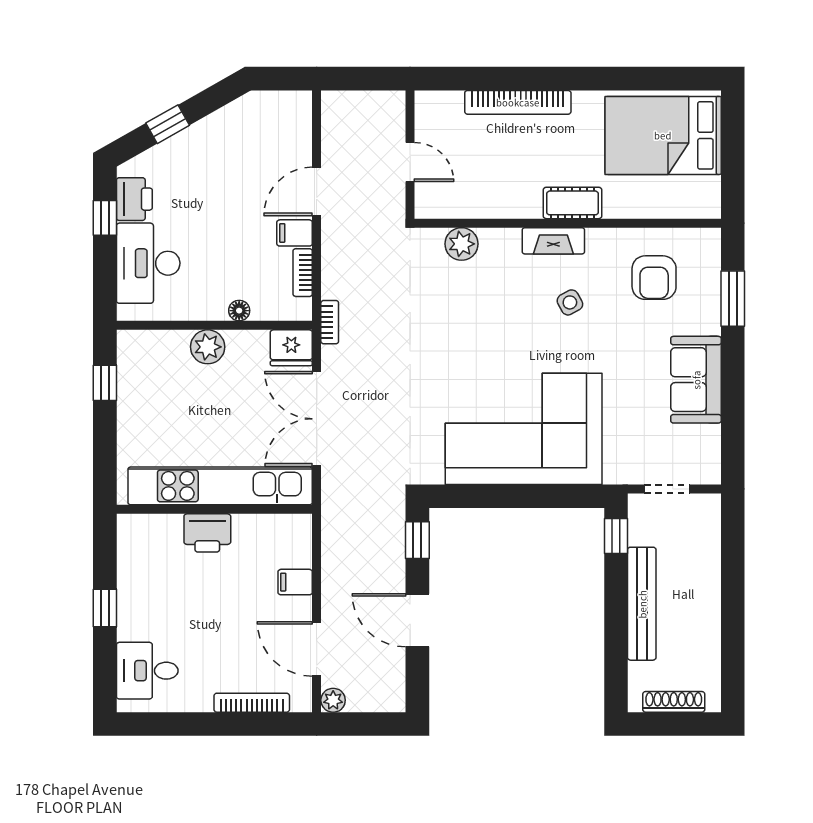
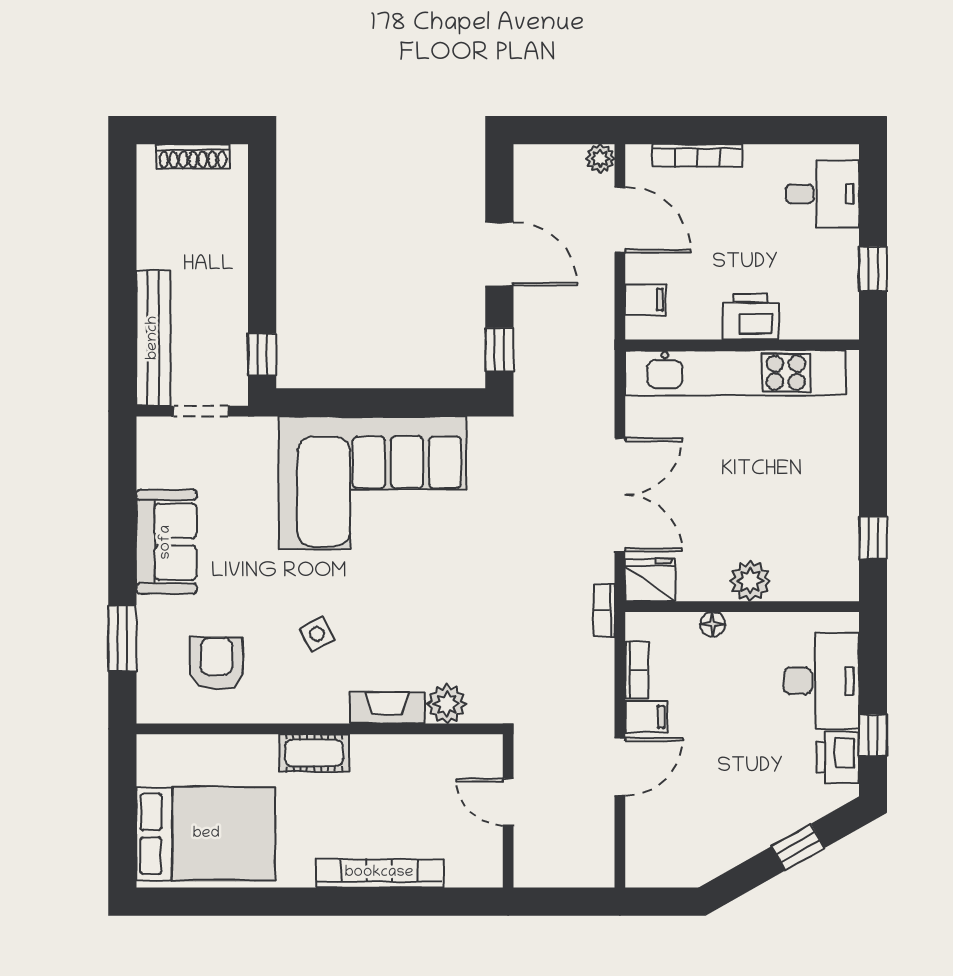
fireplace: (553, 241) -> (387, 708), moved
kitchen unit: (220, 486) -> (735, 373), moved
wall: (214, 509) -> (742, 345), moved
printer: (207, 533) -> (751, 317), moved
bench: (642, 604) -> (153, 338), moved

